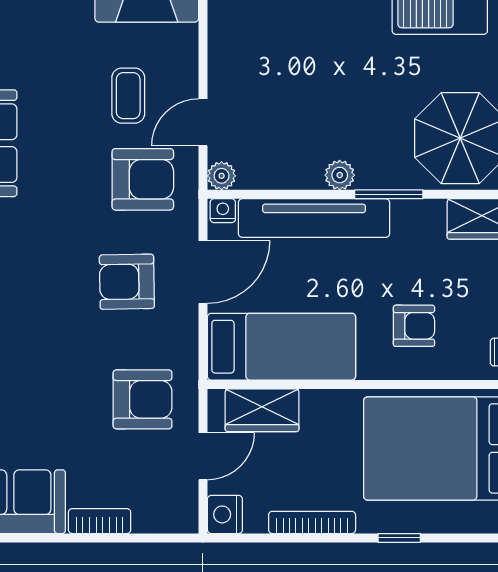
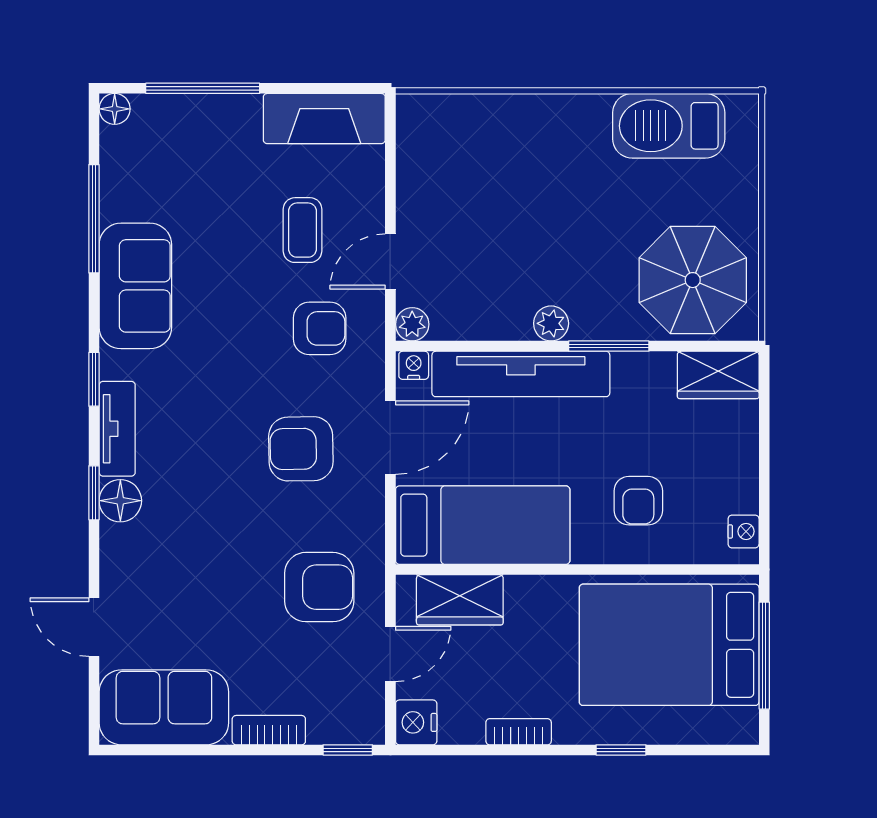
armchair: (143, 179) -> (320, 328), width x0.72, depth x0.72
armchair: (414, 326) -> (638, 501), turned 90
bookcase: (312, 522) -> (519, 732), width x0.64
window: (167, 538) -> (348, 750), added

